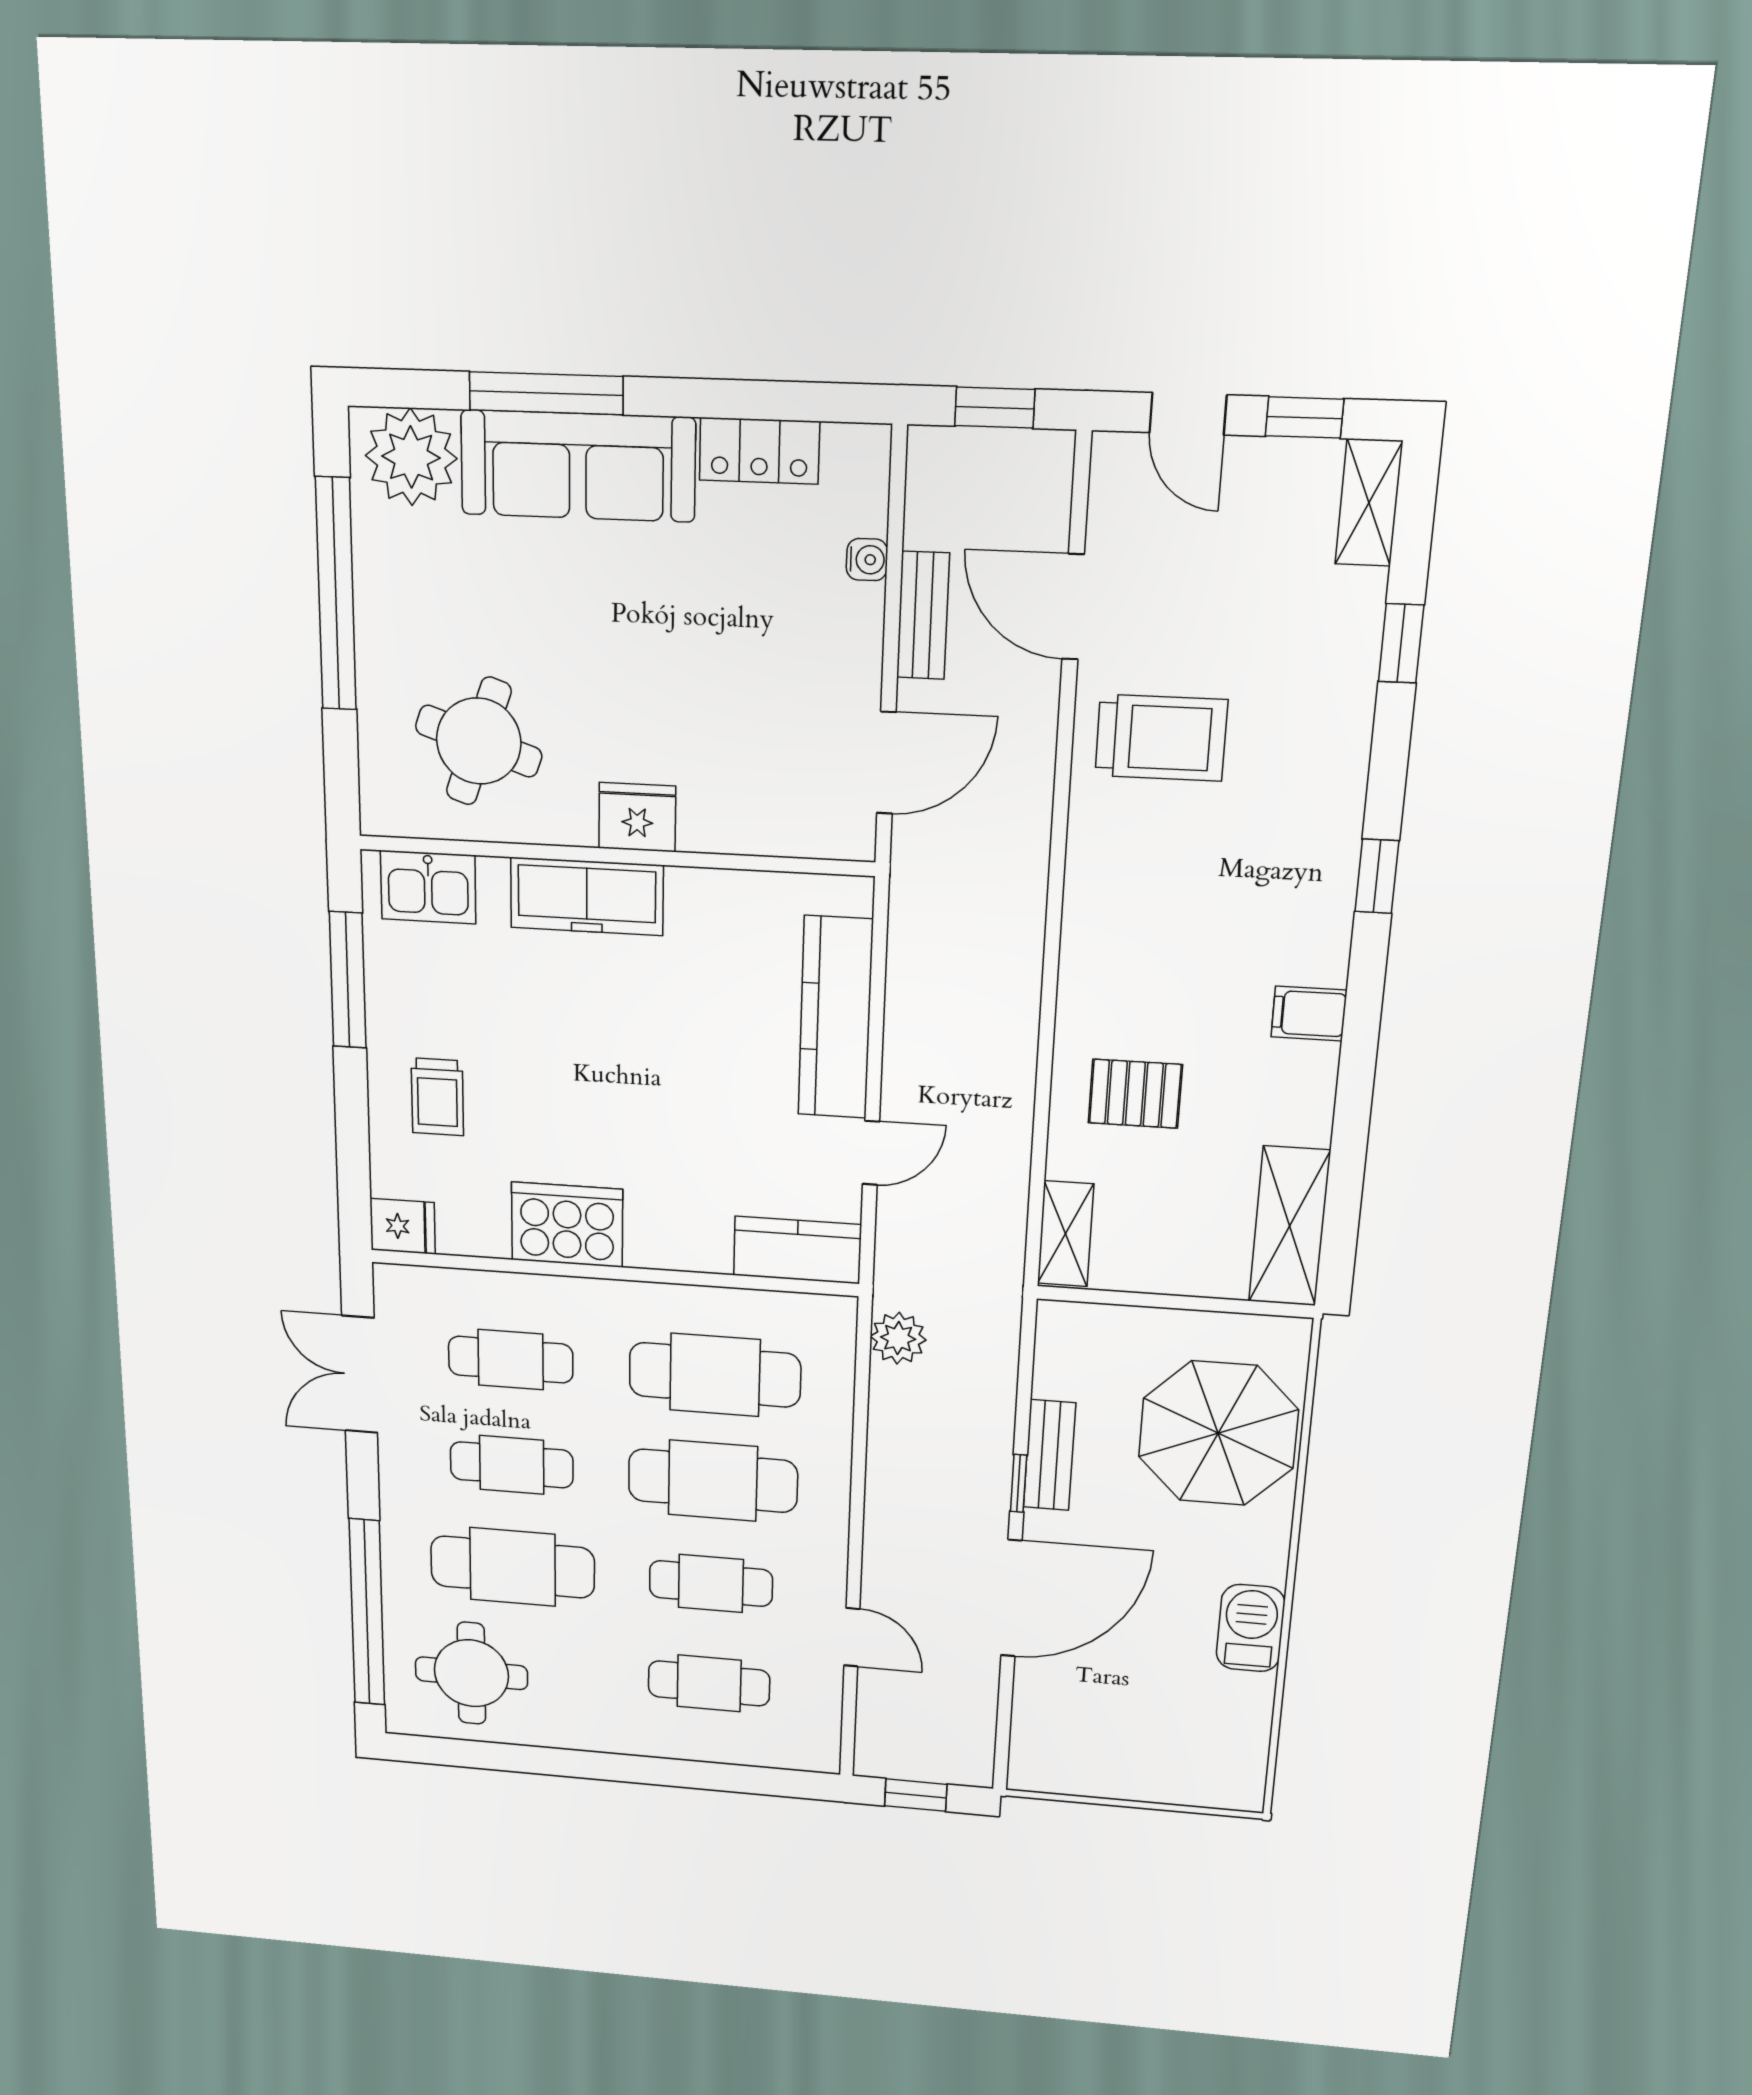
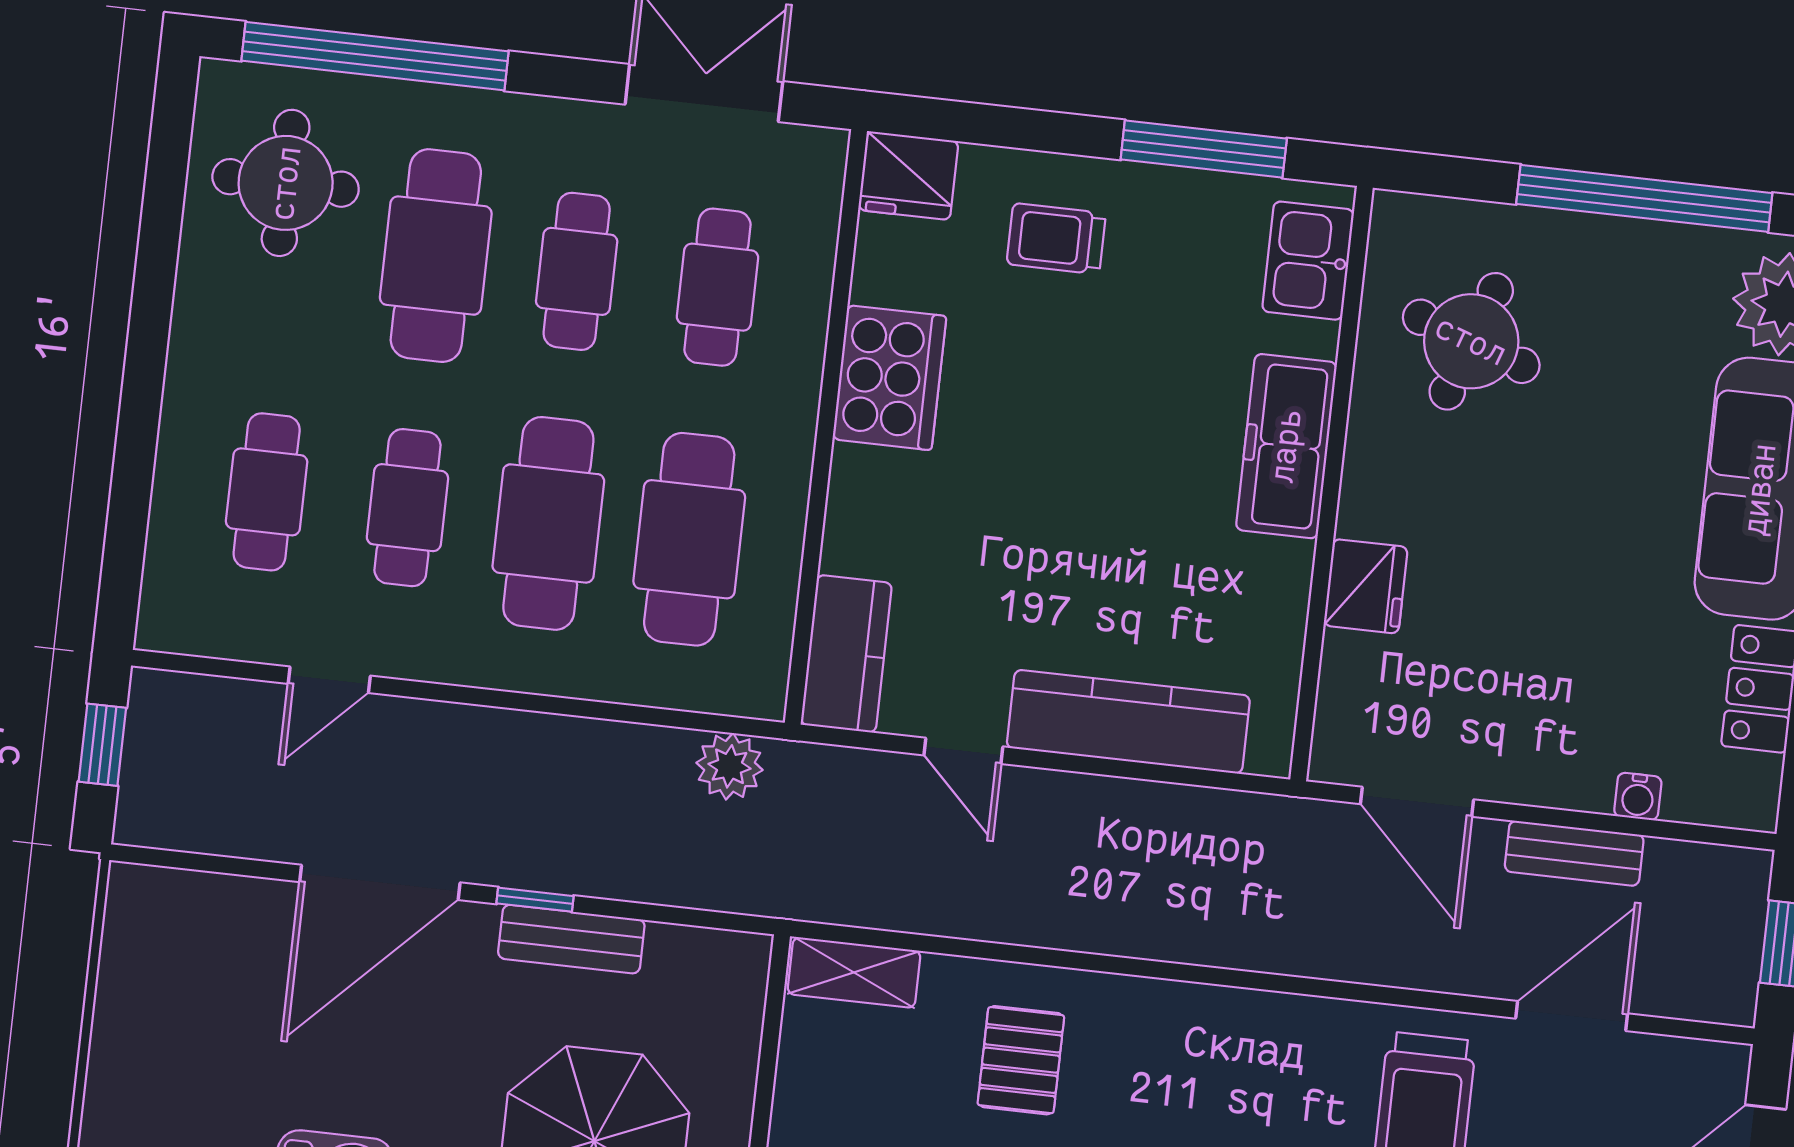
fridge: (637, 817) -> (1366, 586), moved
fridge: (403, 1226) -> (908, 176), width x1.38
door: (1011, 1598) -> (380, 882), hinge flipped

